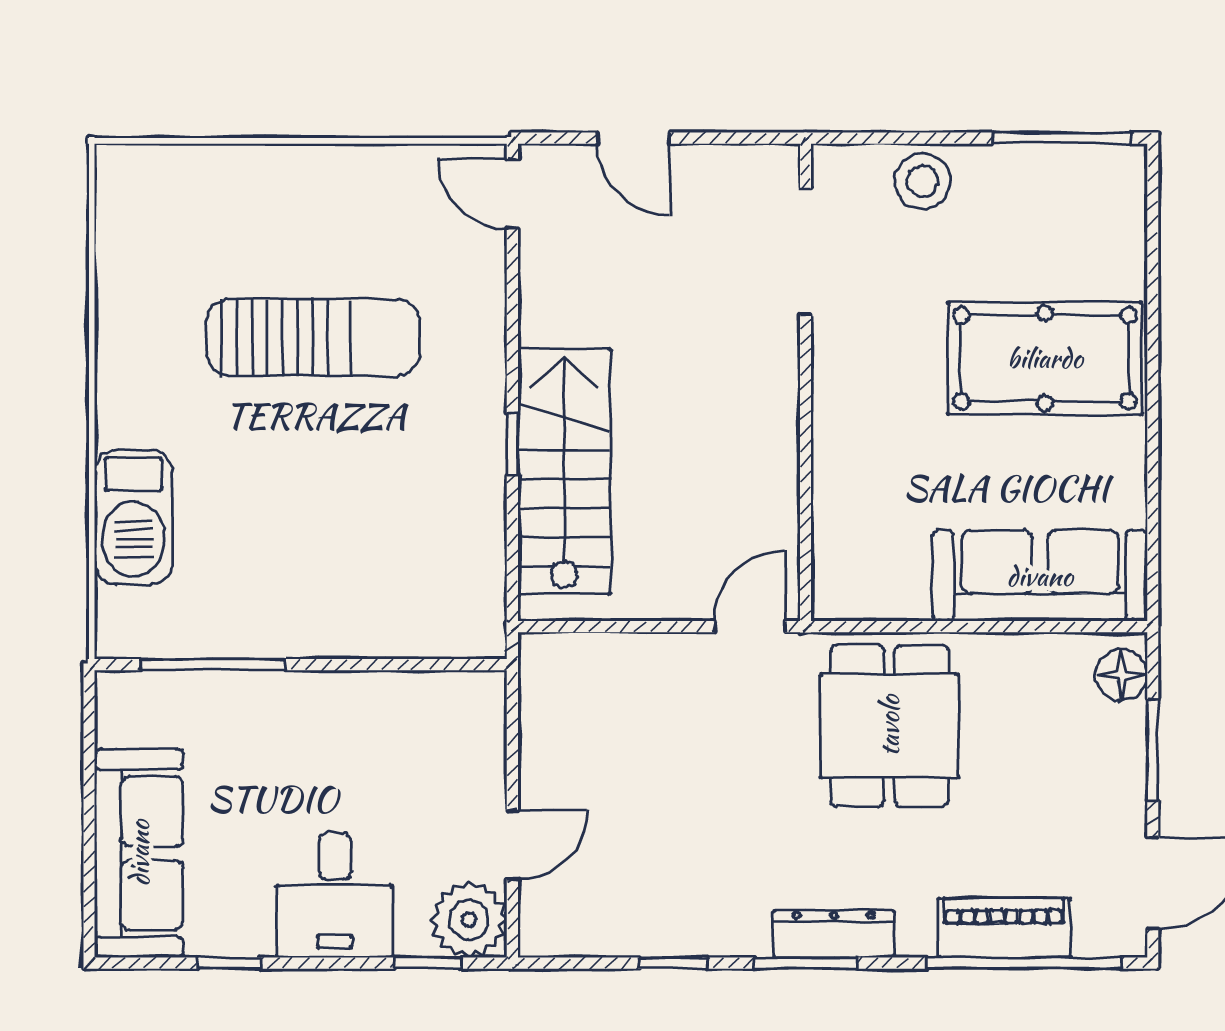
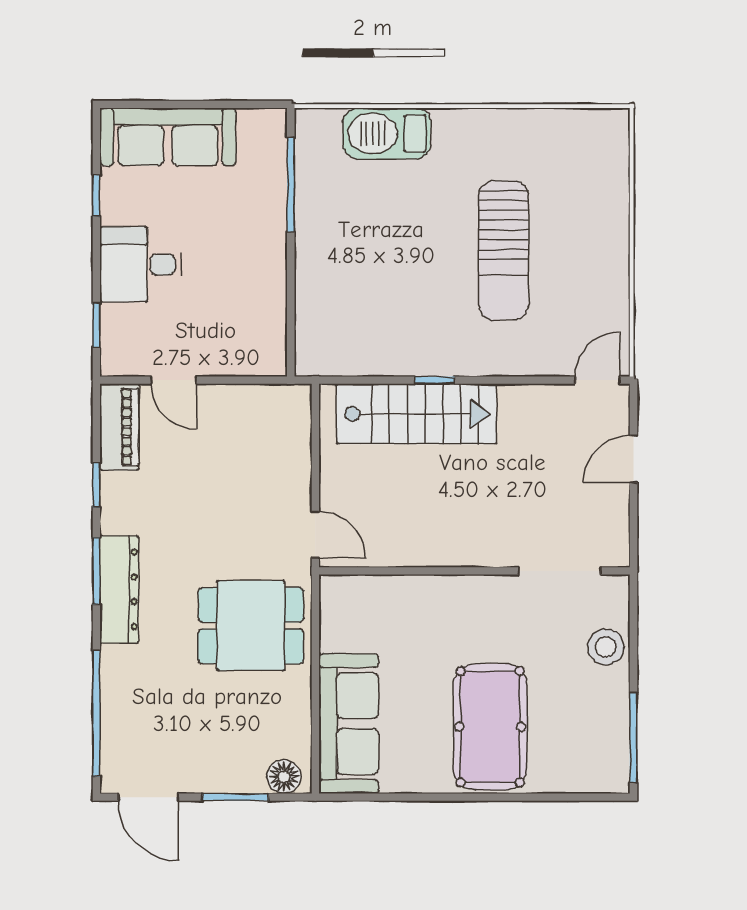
plant: (469, 920) -> (125, 352), removed
piano: (1004, 928) -> (119, 427), moved
dresser: (834, 934) -> (119, 589), width x1.37, depth x1.24

